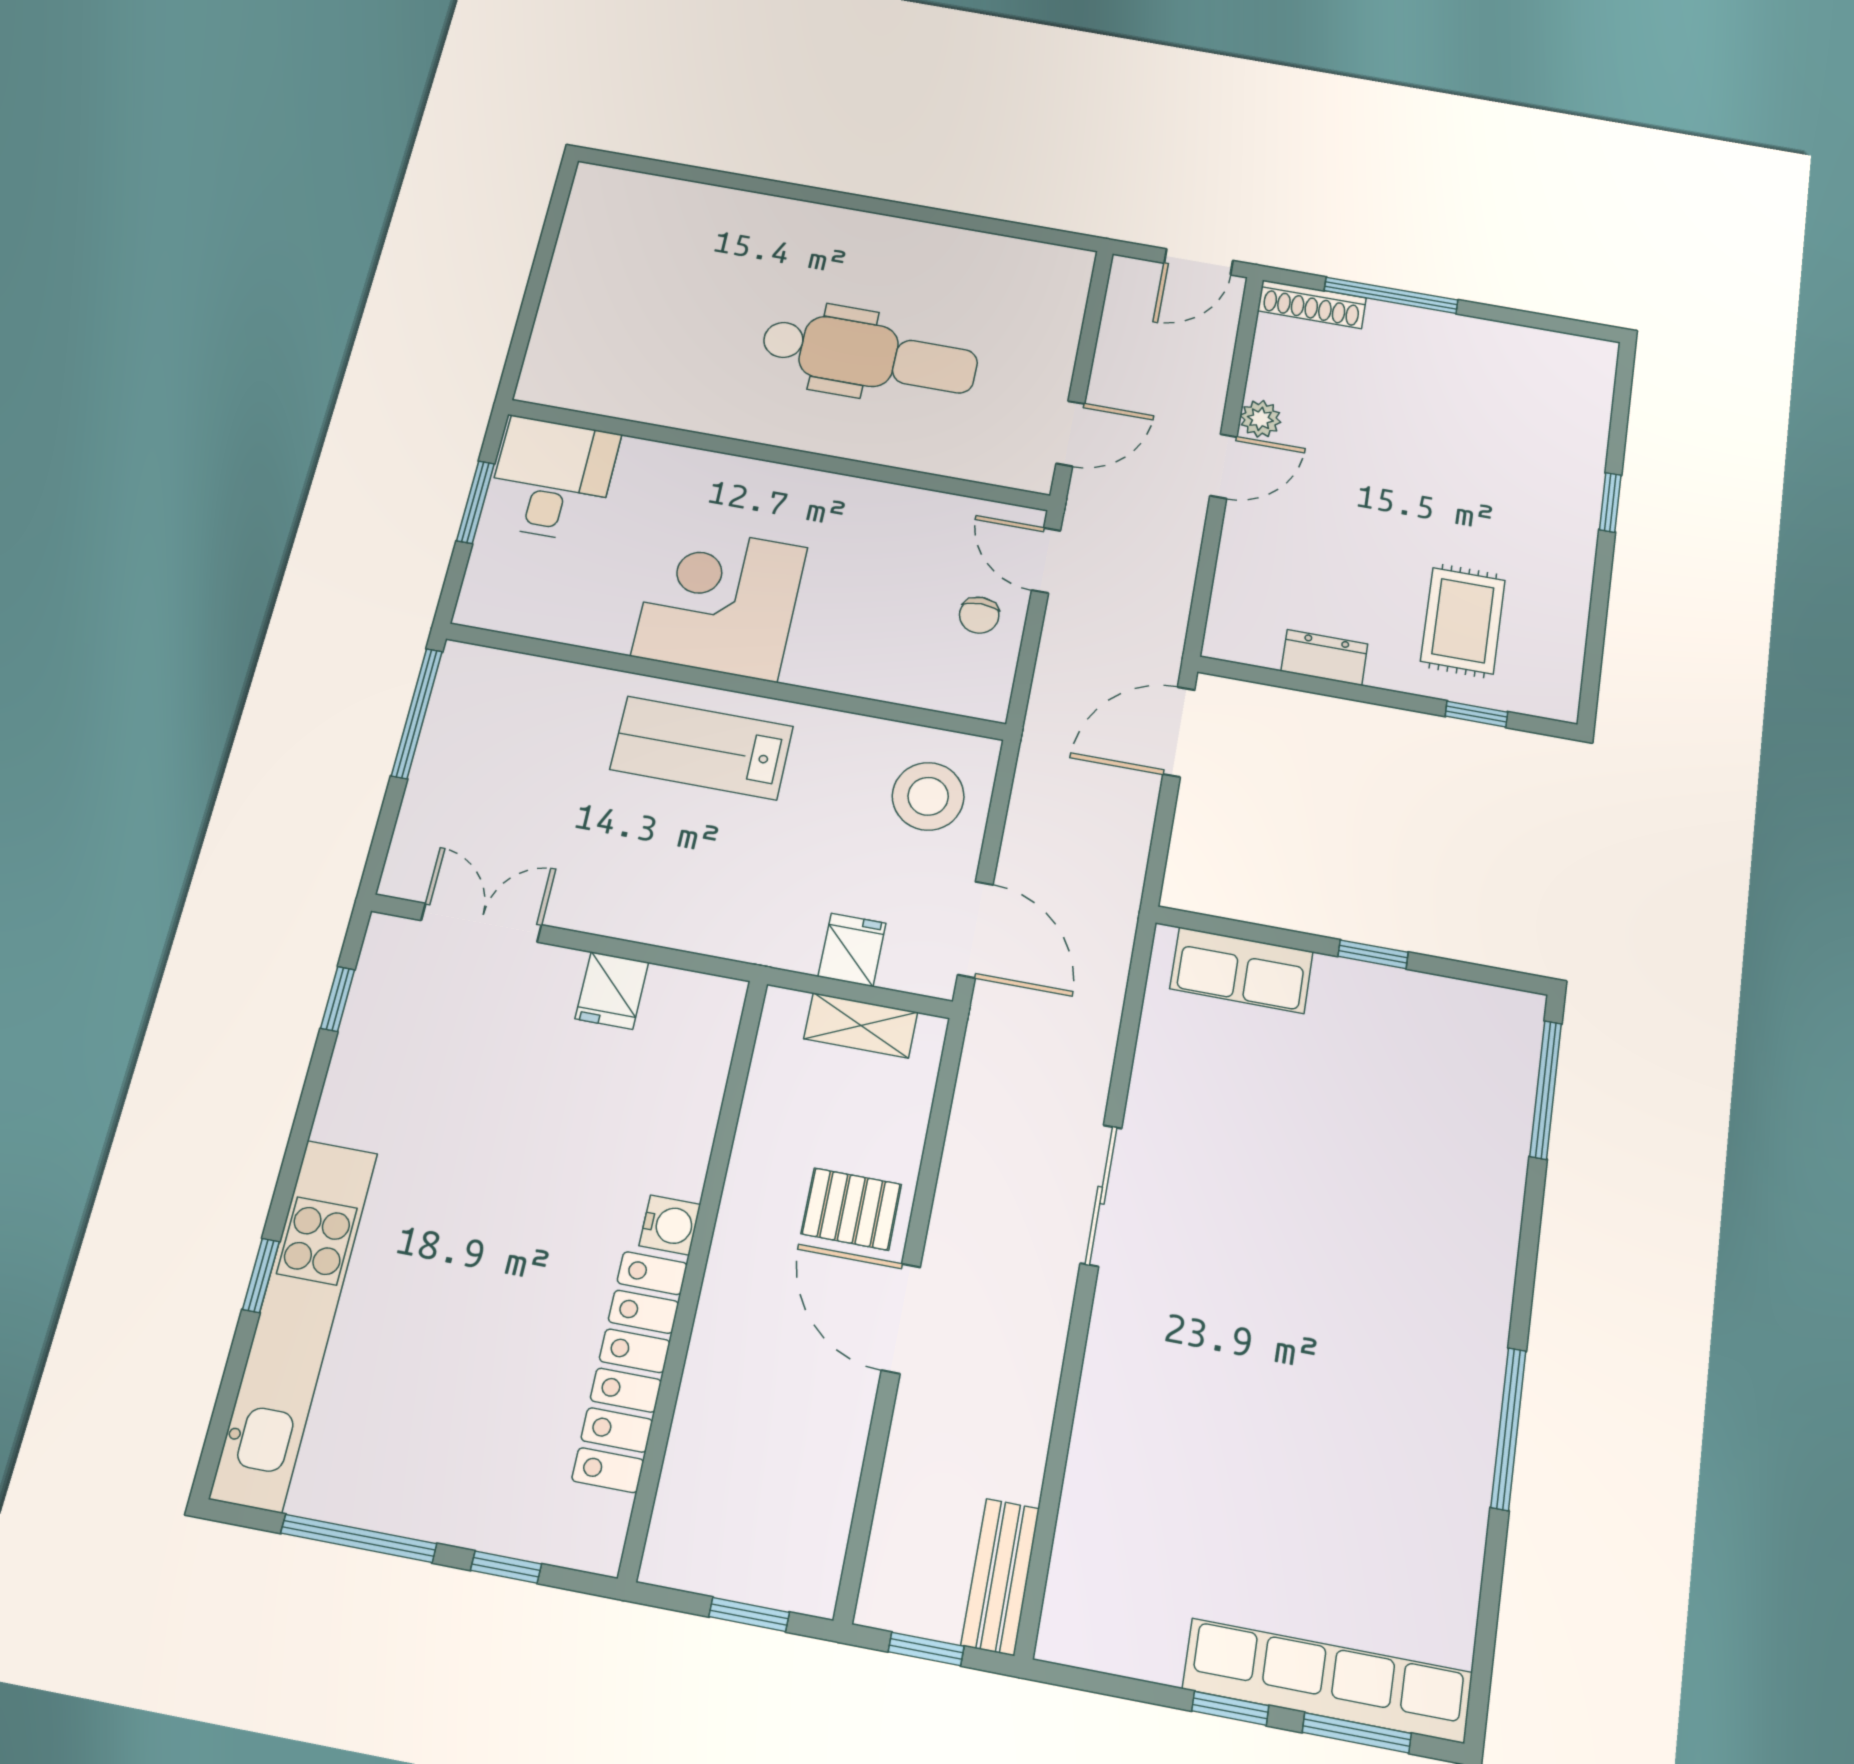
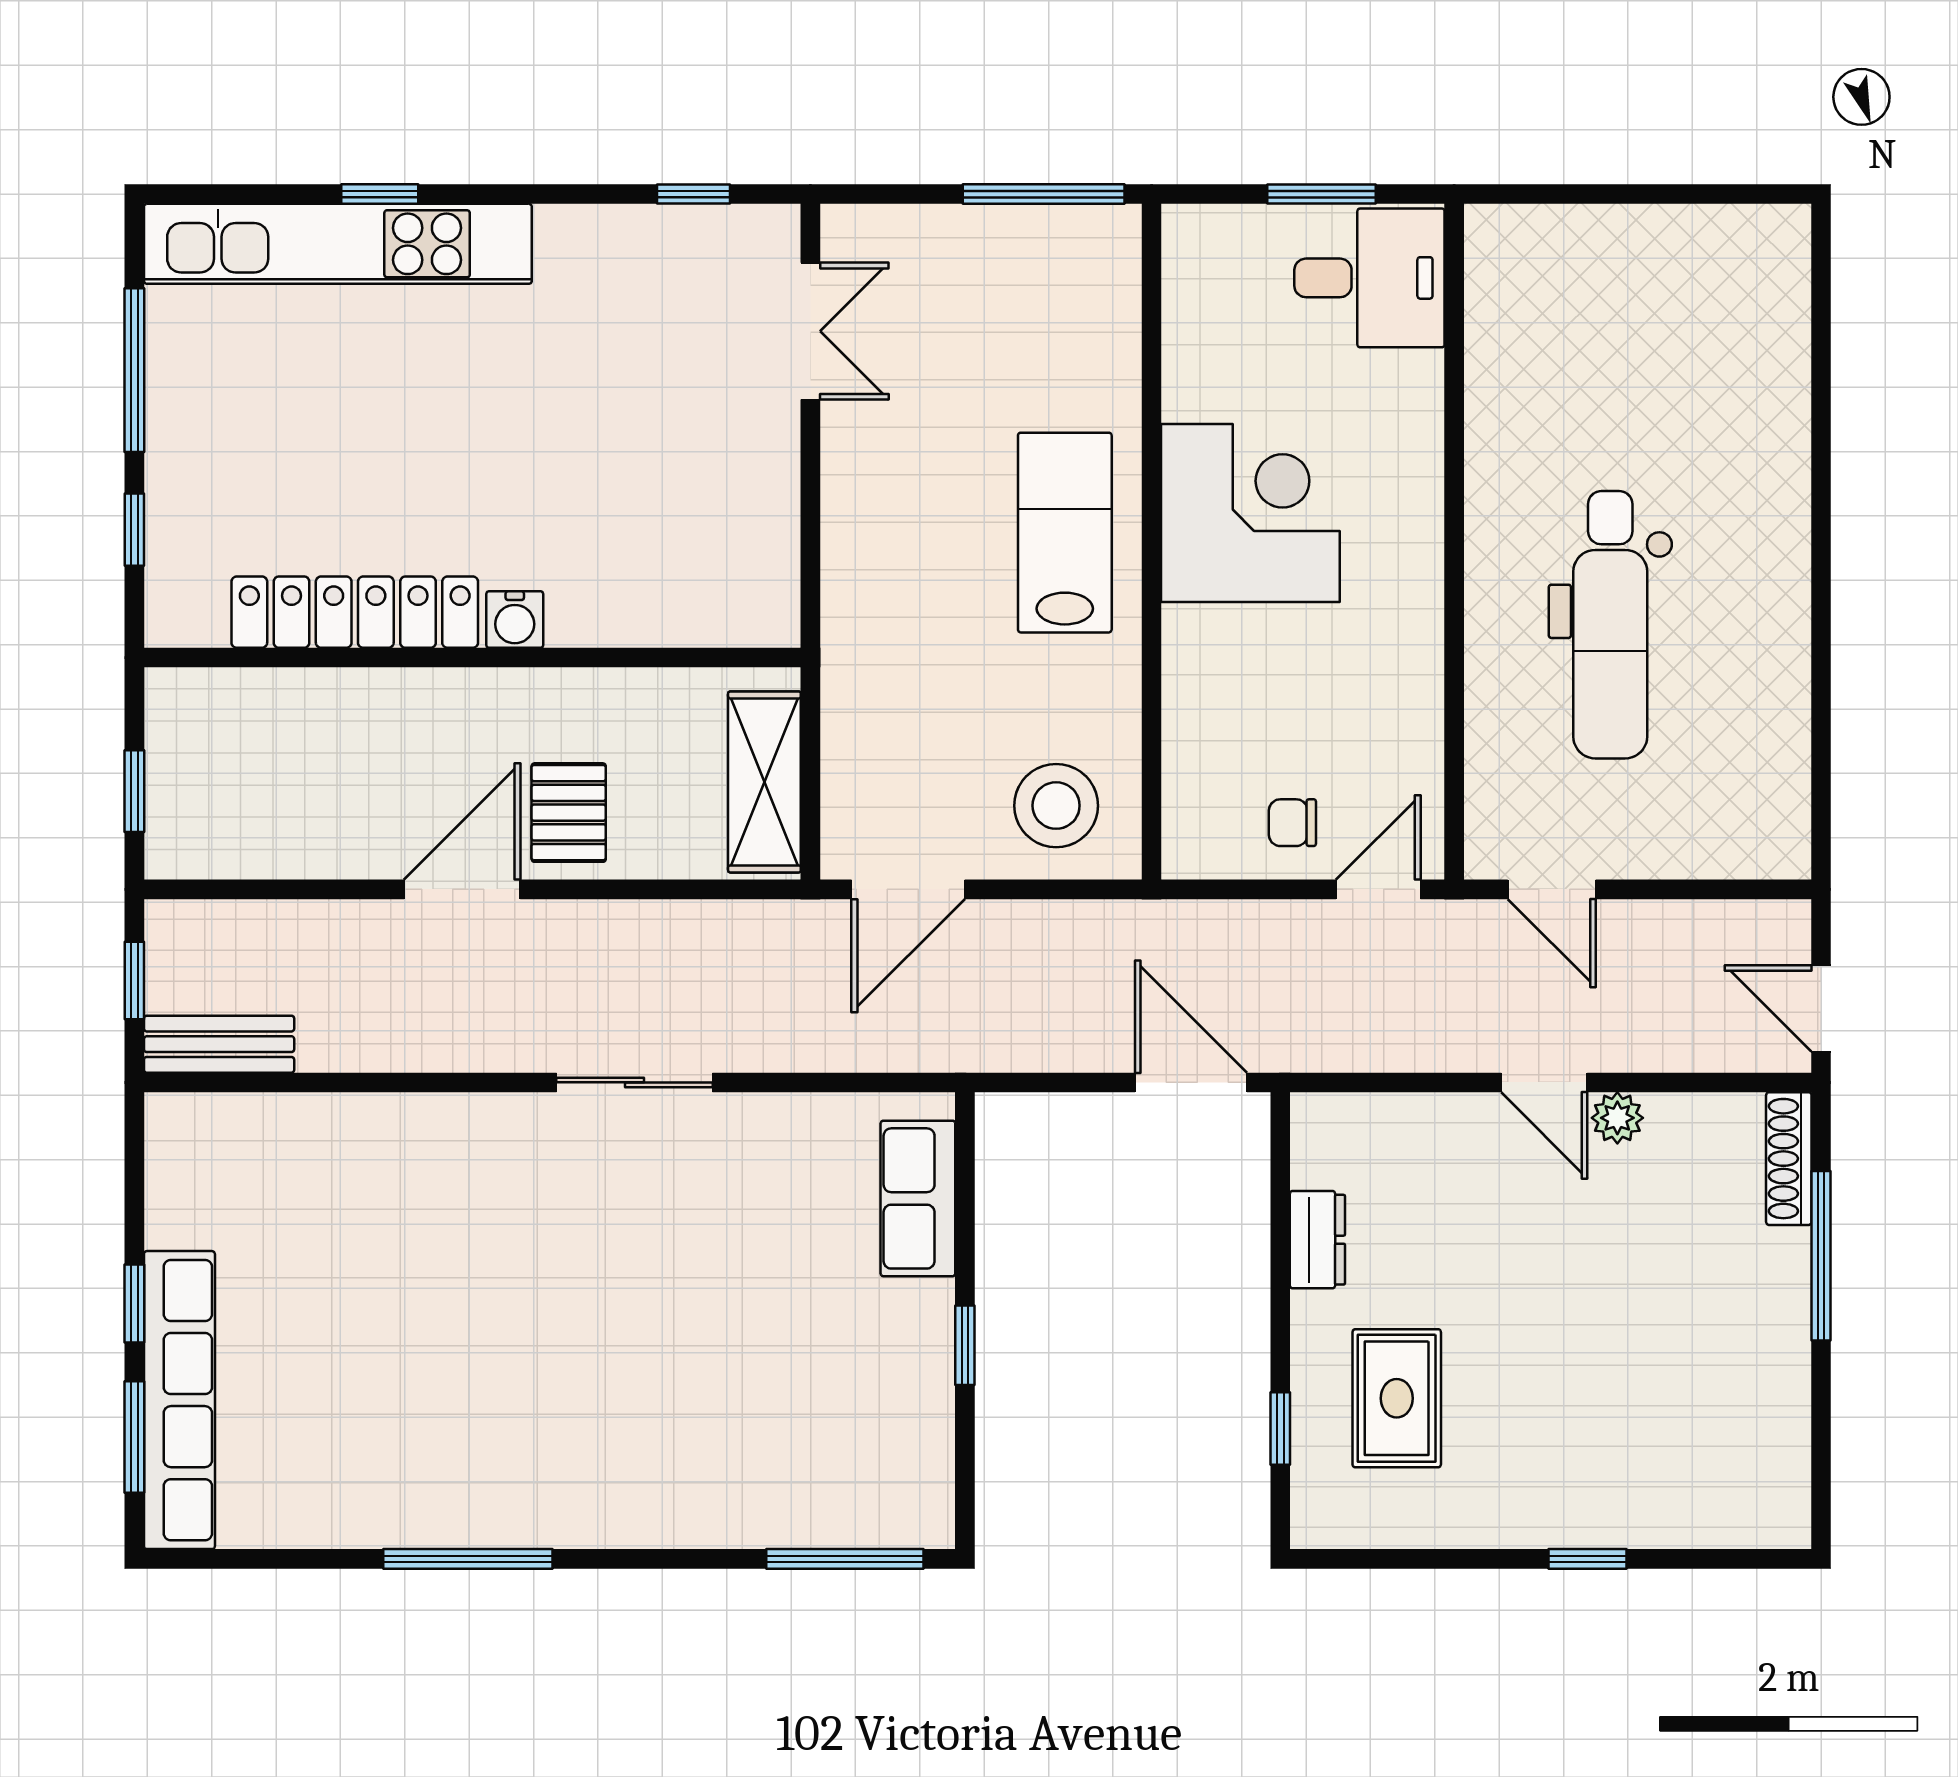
rug: (1463, 621) -> (1397, 1398), turned 90
fridge: (852, 950) -> (858, 755), removed
fridge: (612, 990) -> (761, 496), removed
shelving: (861, 1025) -> (764, 782), width x1.50, depth x1.33

